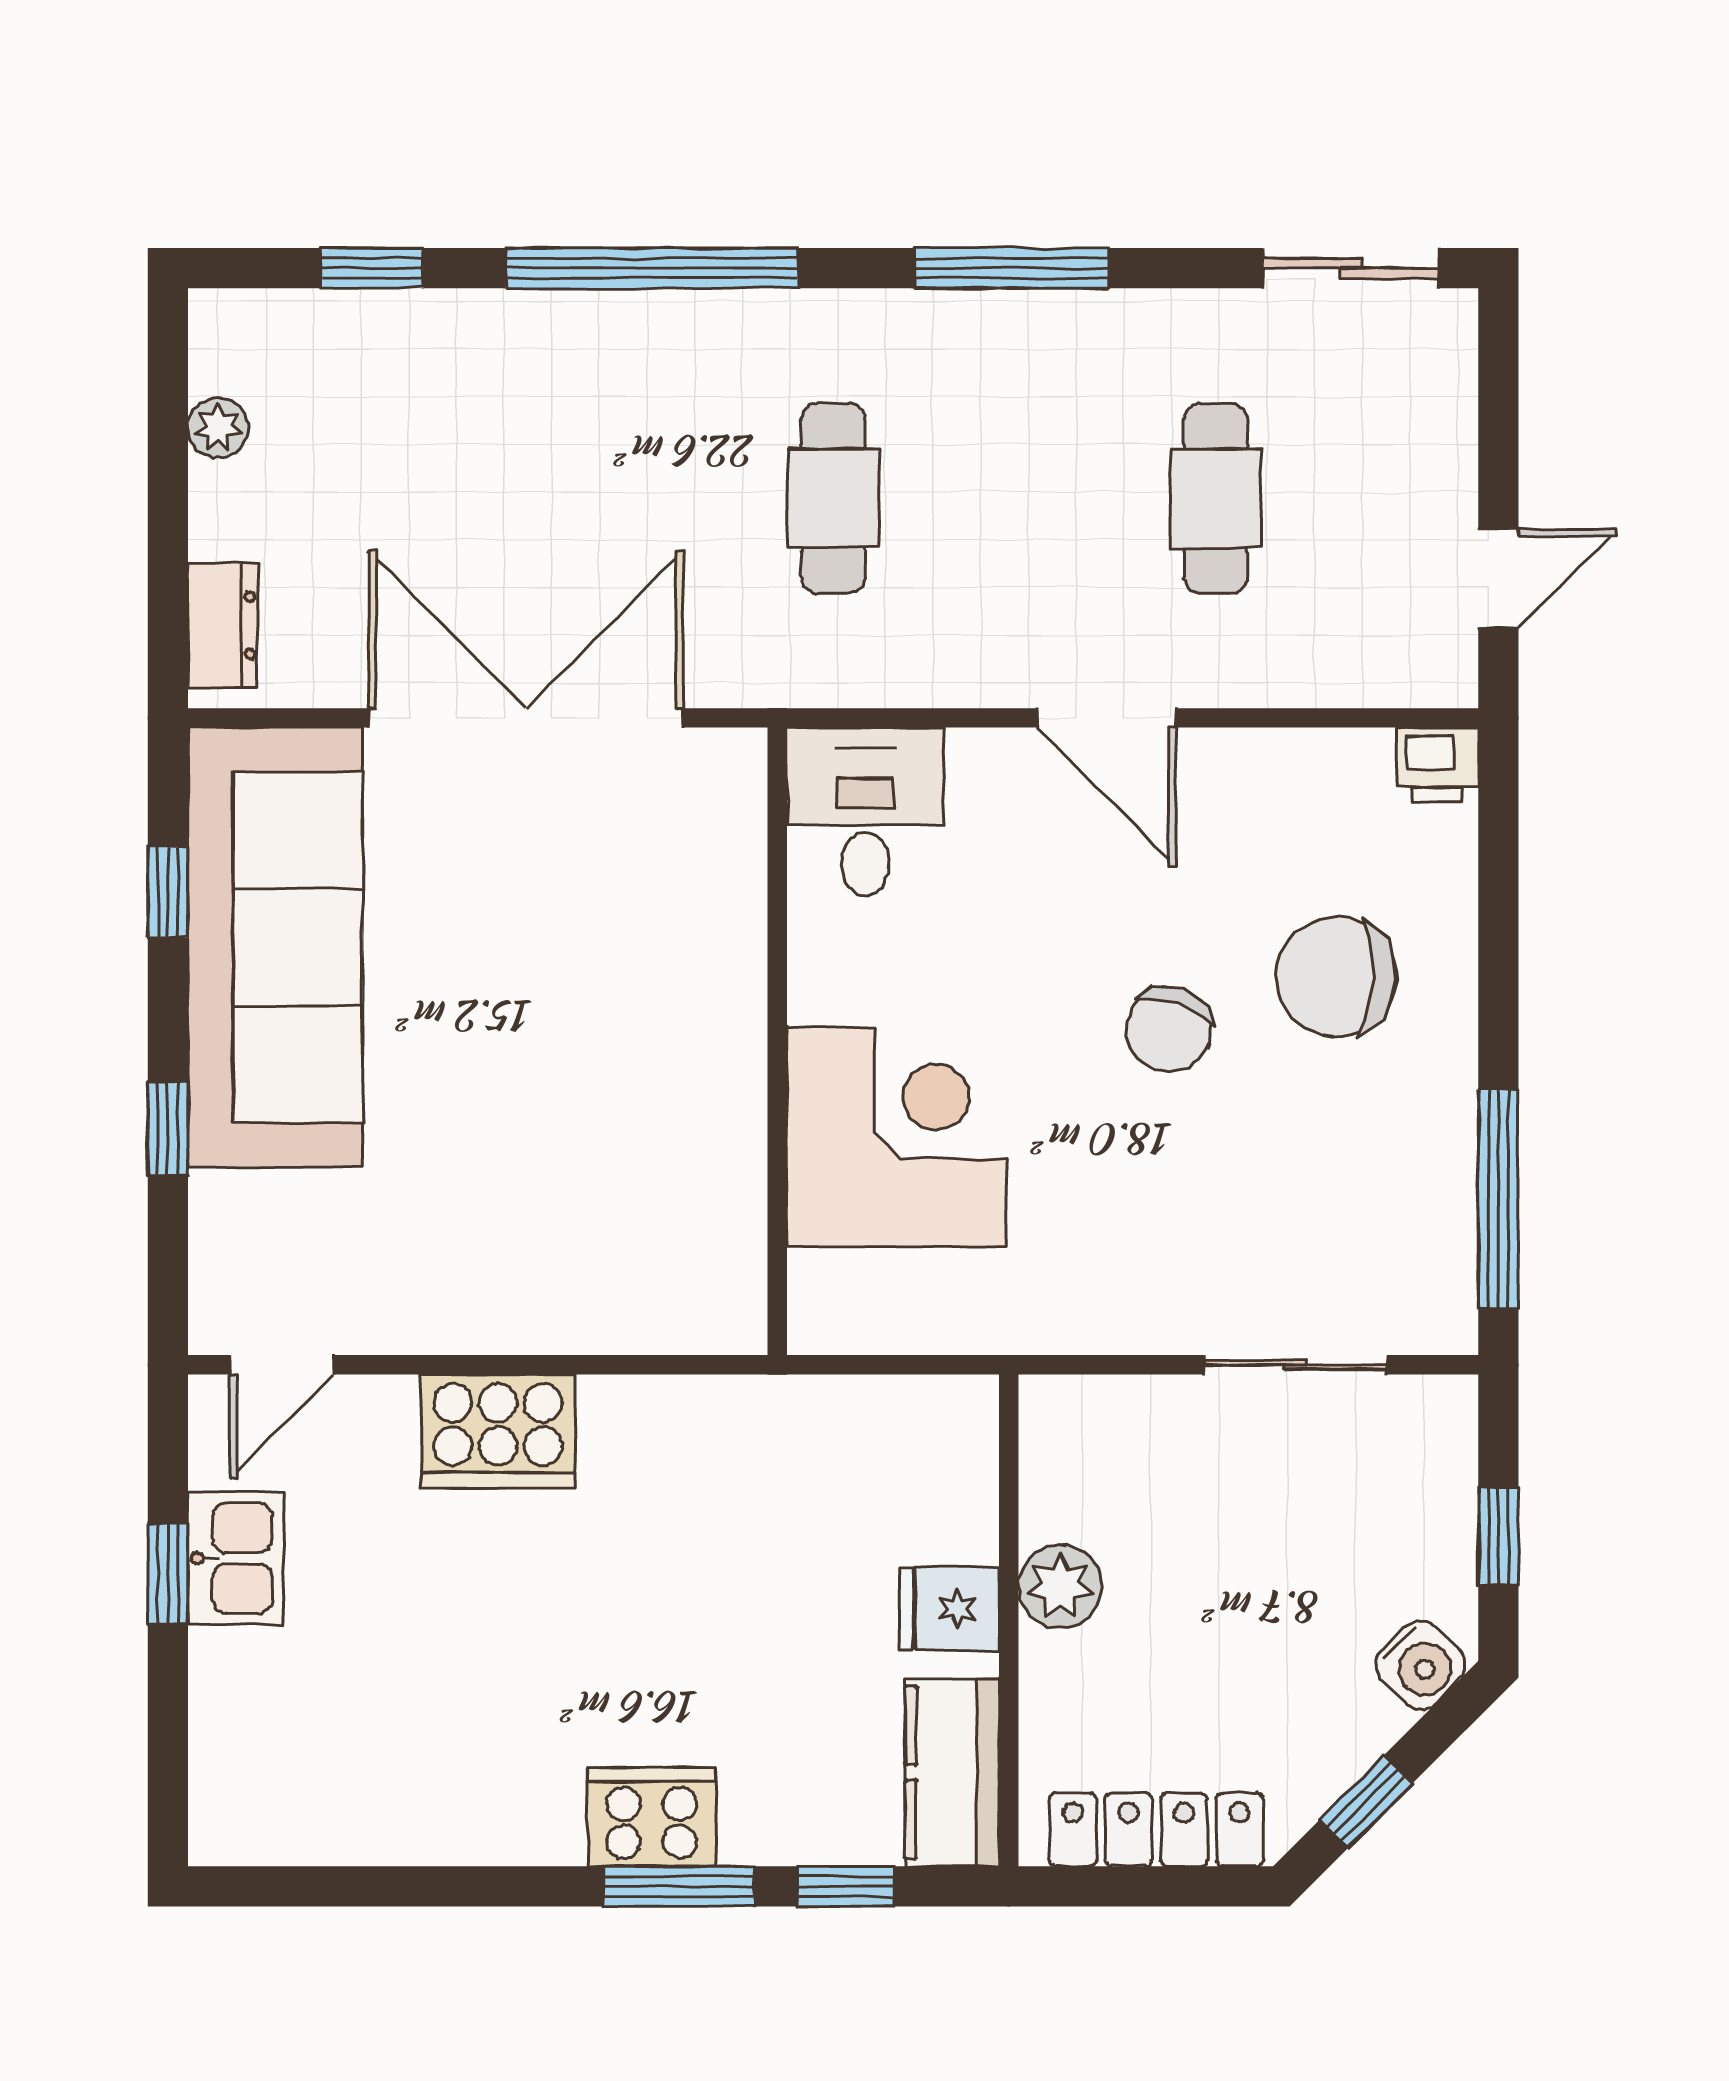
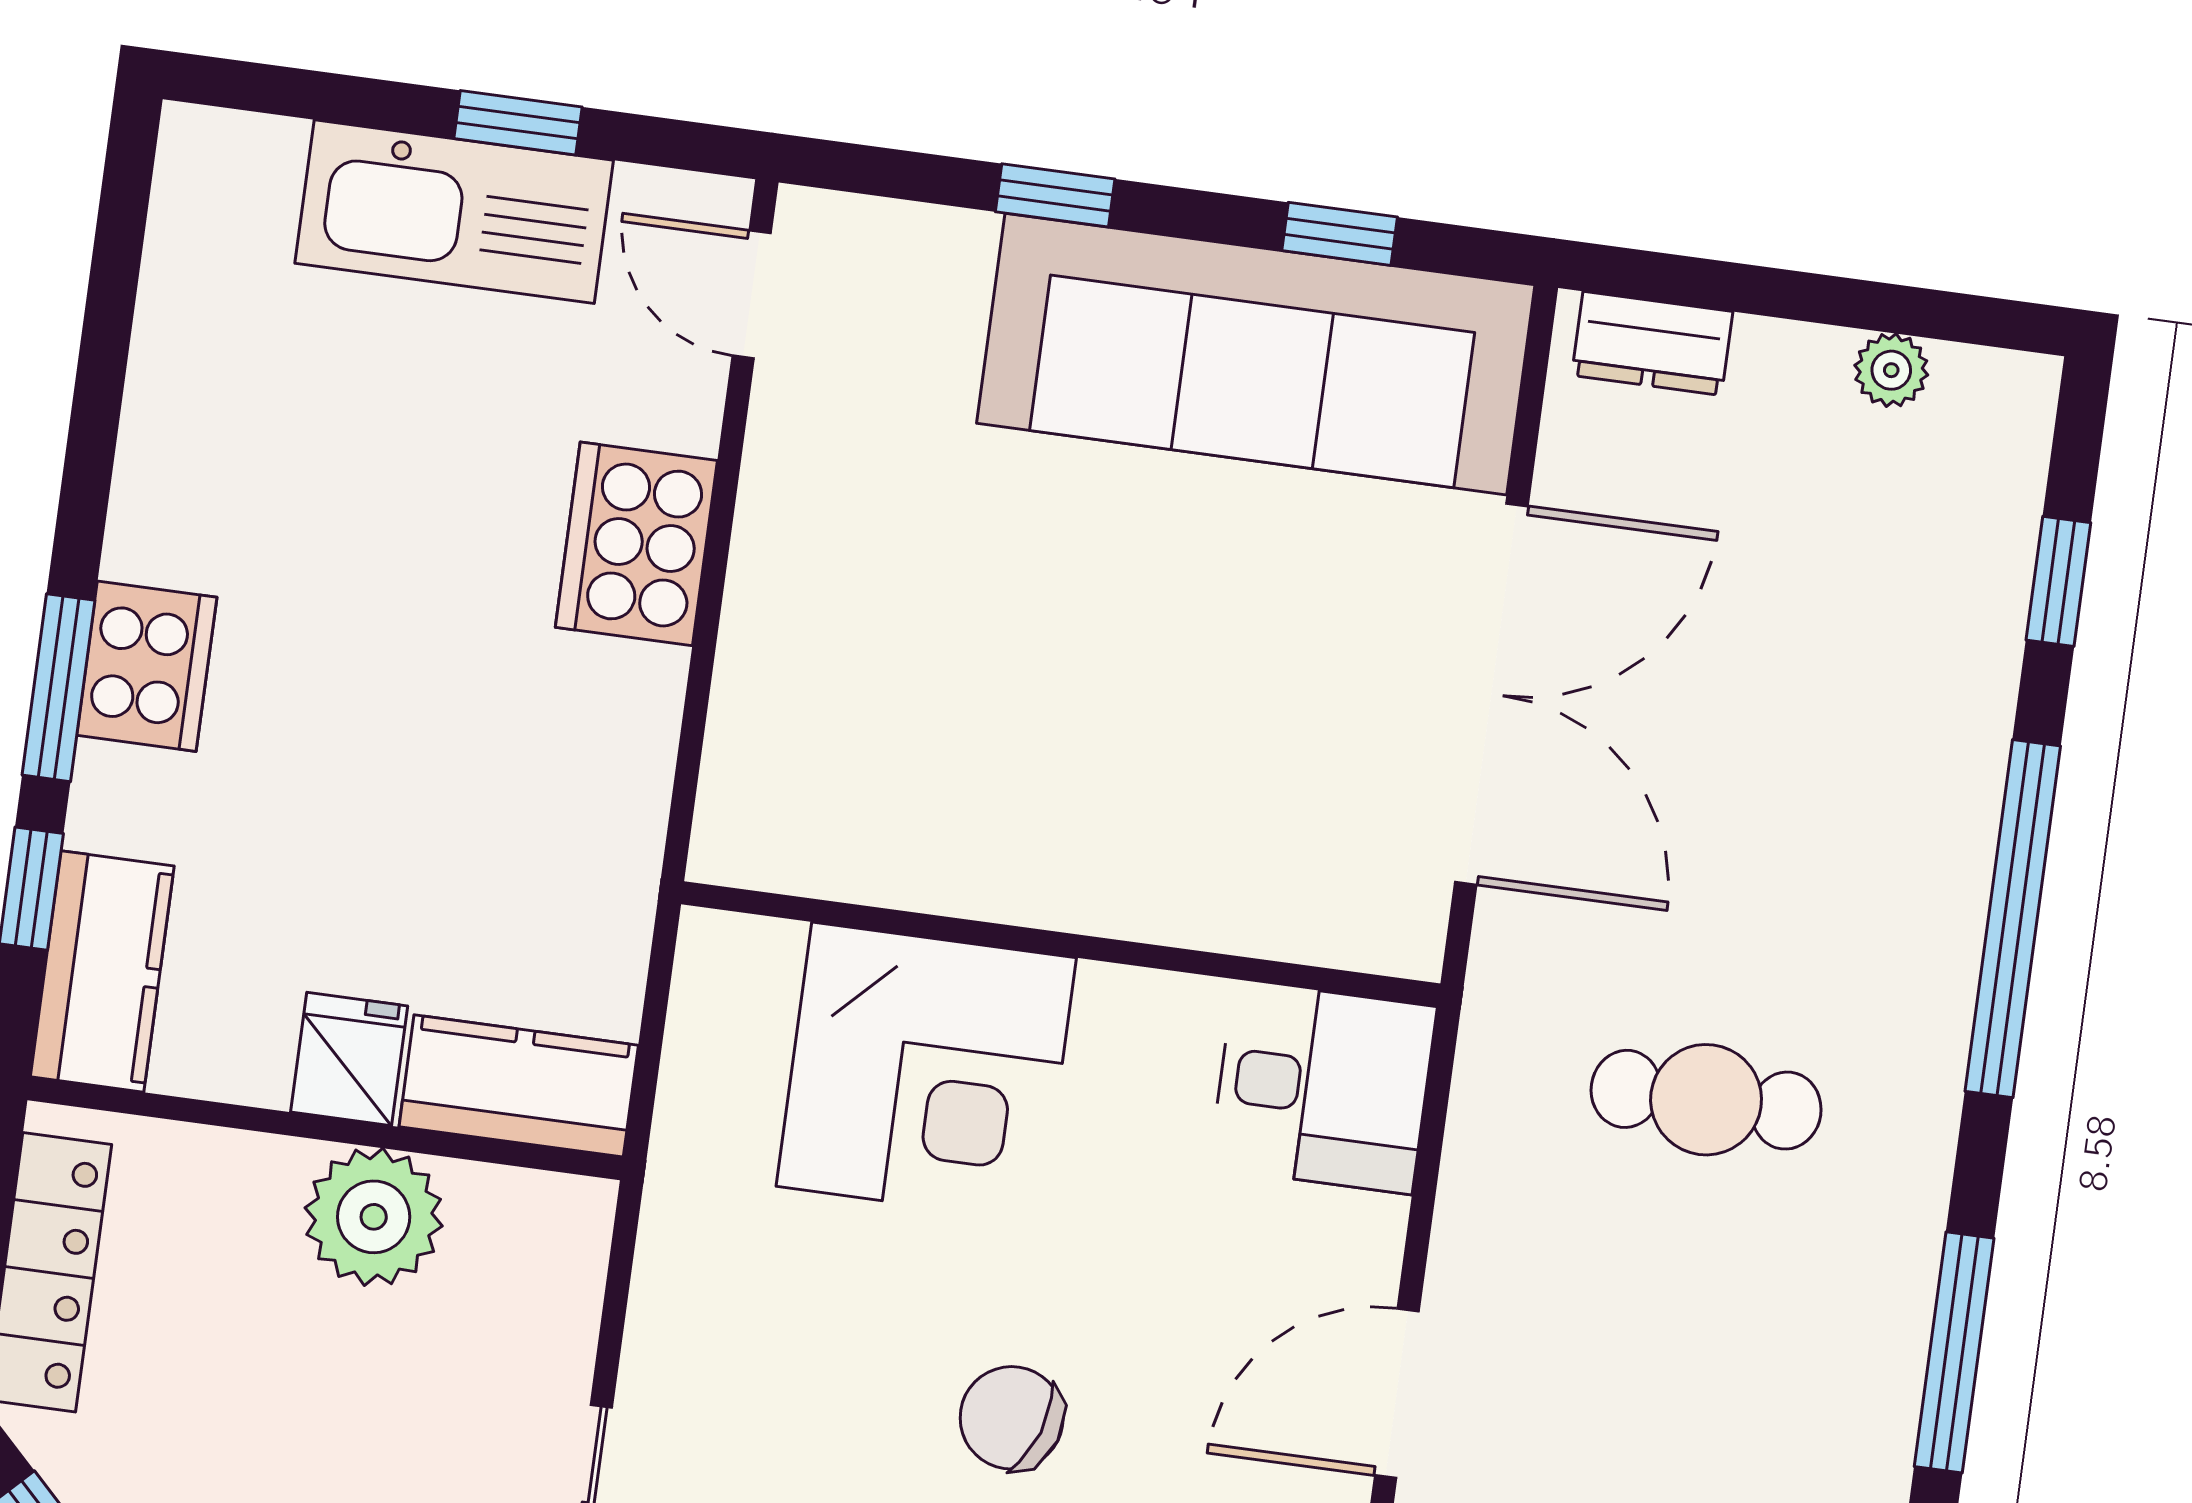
kitchen counter: (953, 1467) -> (519, 1086), added
kitchen sink: (236, 1558) -> (454, 212), width x1.88, depth x1.24
plant: (1060, 1586) -> (374, 1217), width x1.36, depth x1.36
kitchen counter: (952, 1772) -> (102, 971), moved, turned 90

